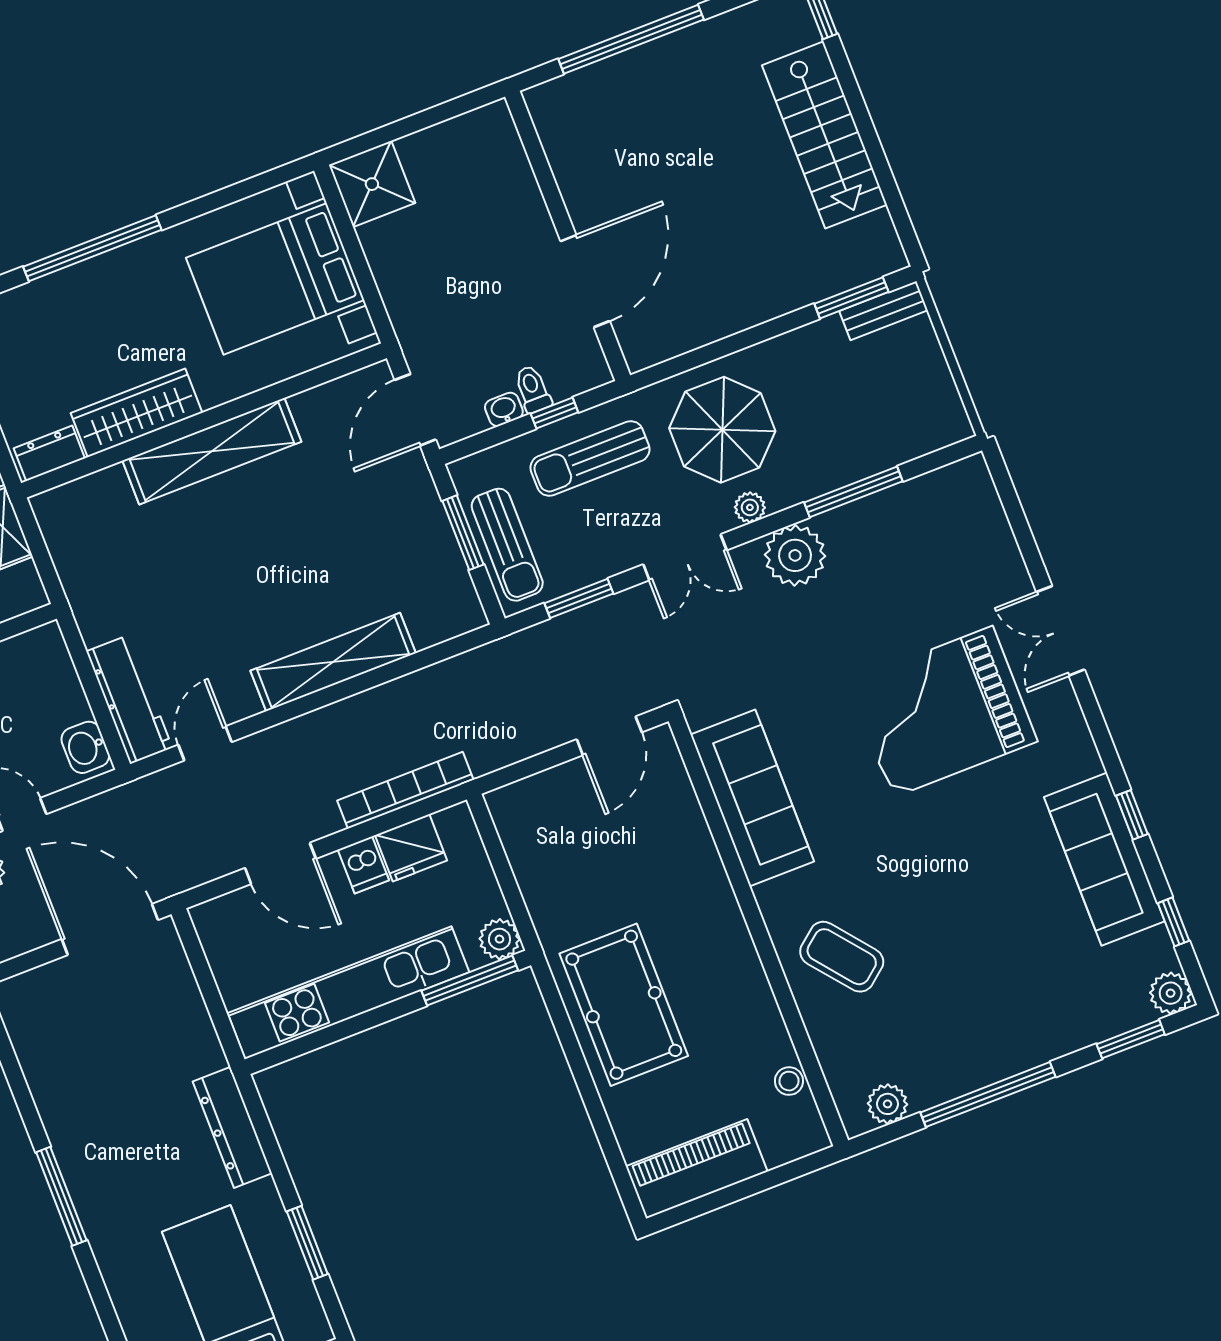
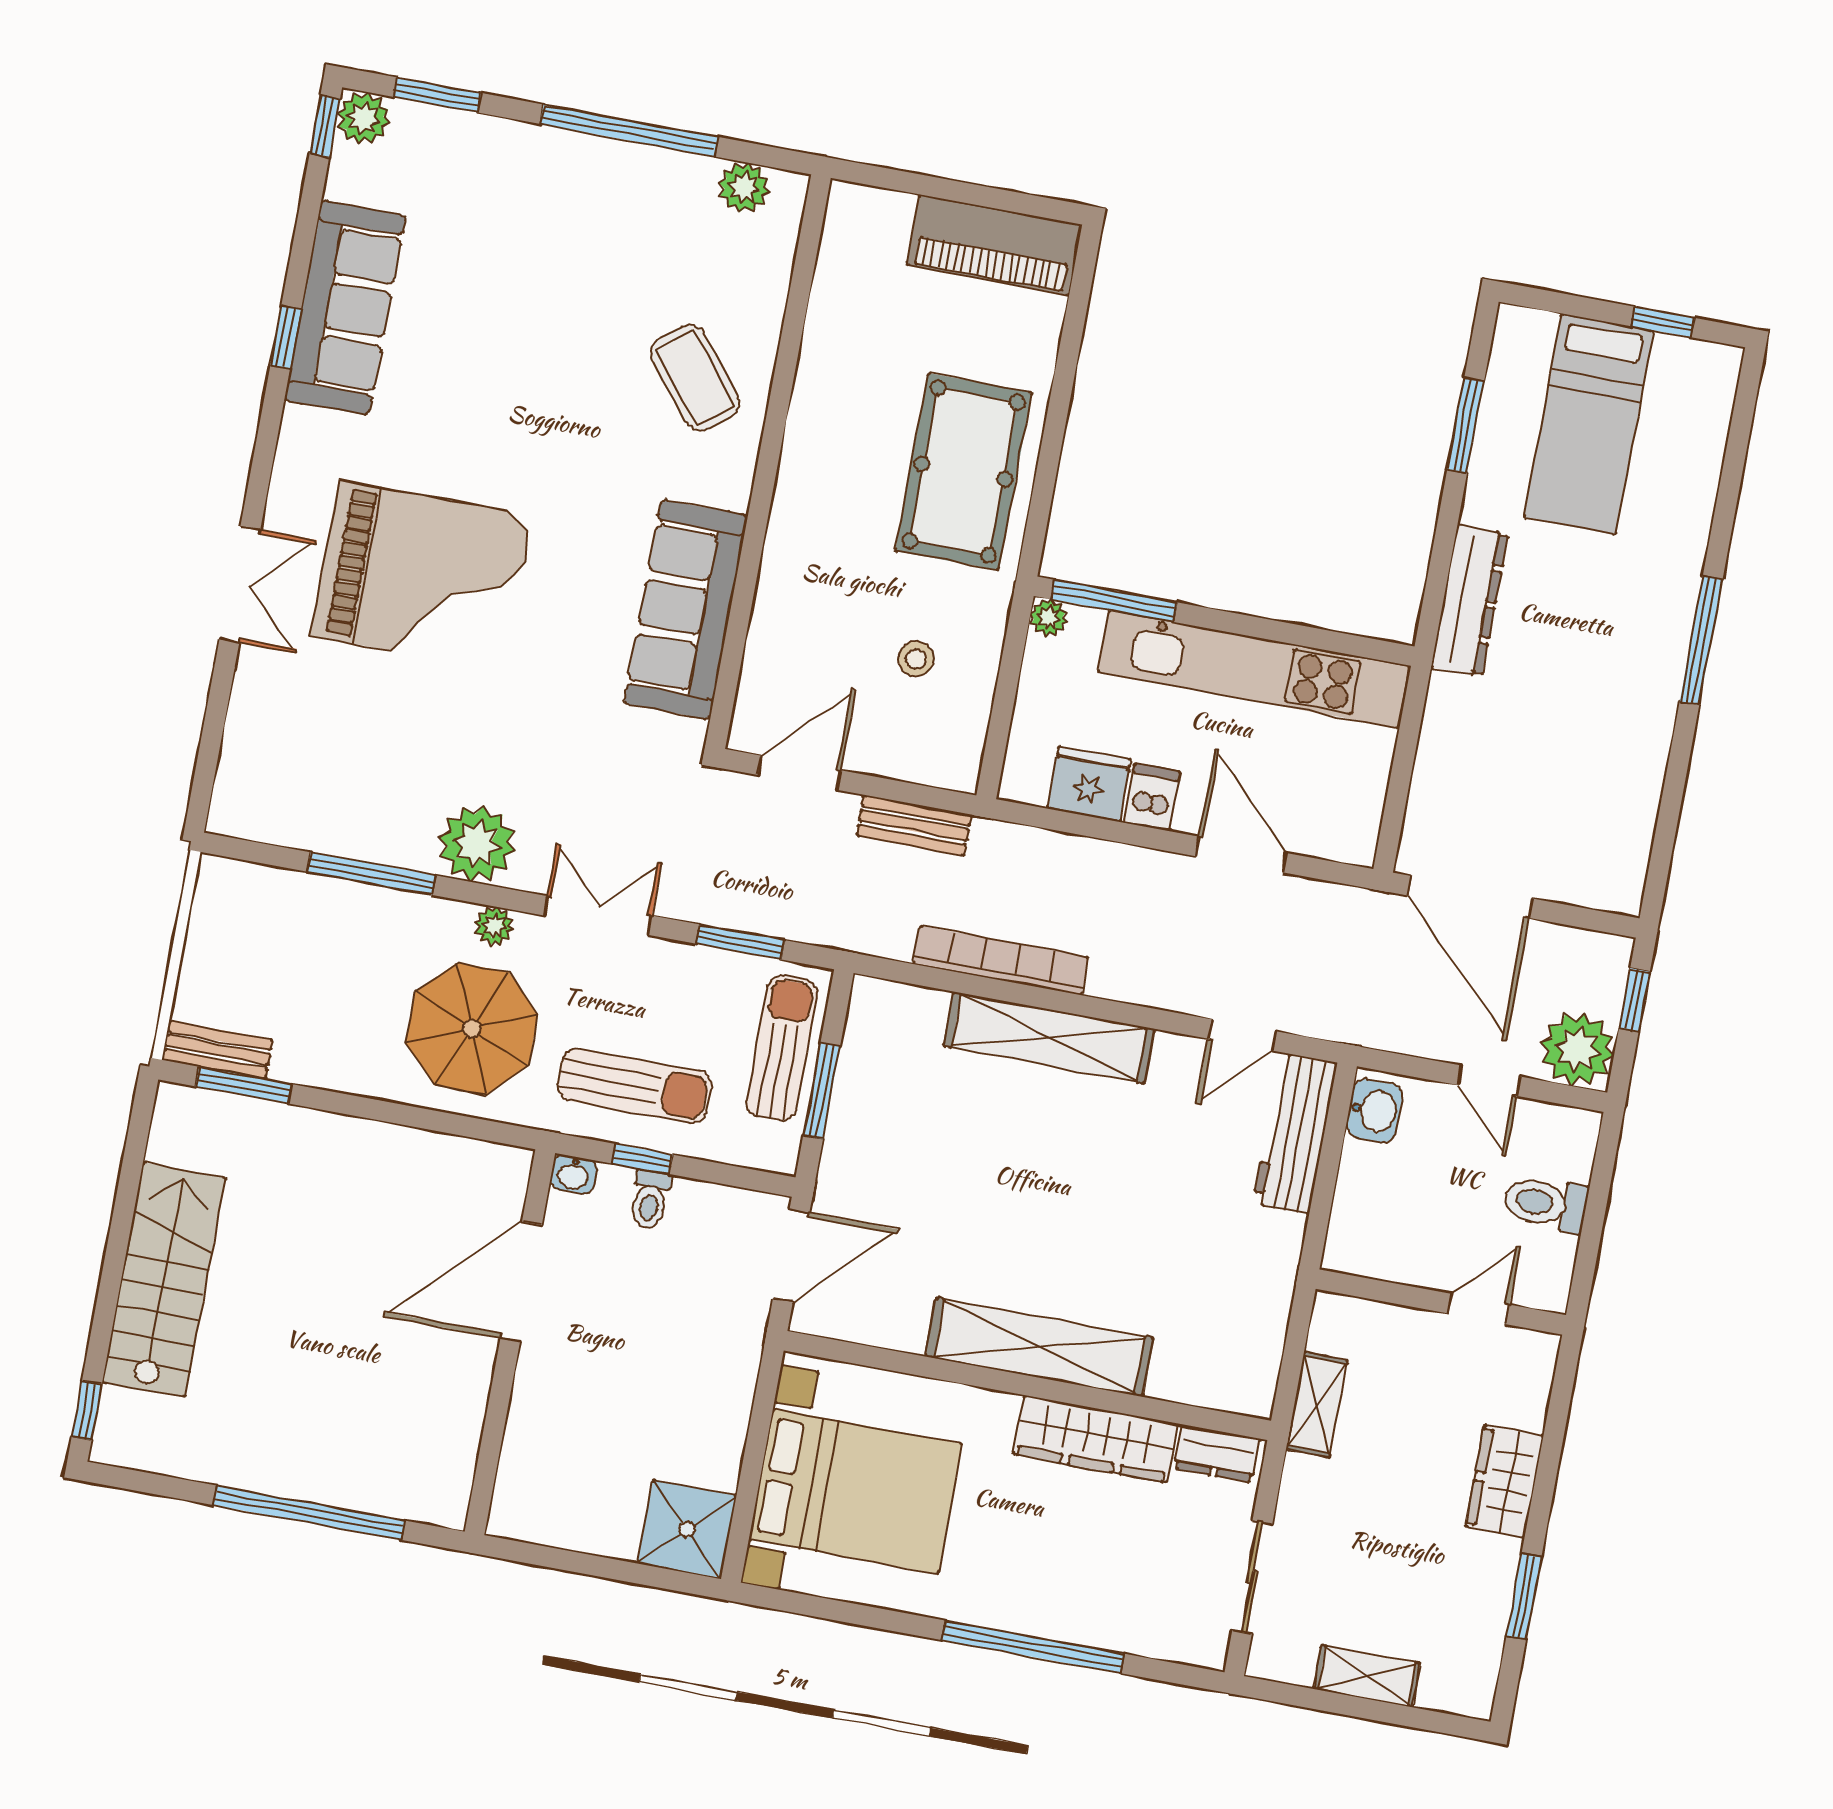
washbasin: (504, 409) -> (573, 1174), moved
bench: (511, 748) -> (914, 825), added
bookcase: (405, 790) -> (1001, 960), moved, turned 180
window: (1173, 922) -> (325, 126), moved
plant: (499, 939) -> (1049, 618), width x0.73, depth x0.73
stool: (789, 1081) -> (916, 659), moved

